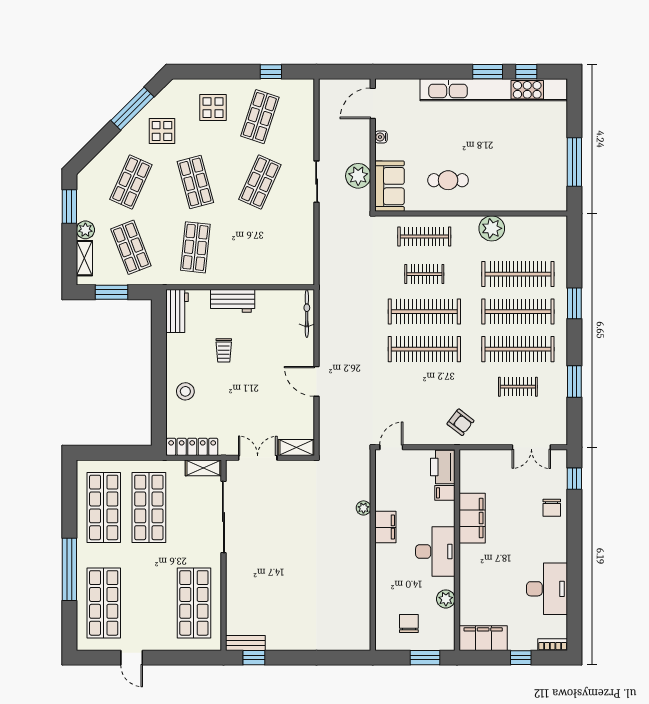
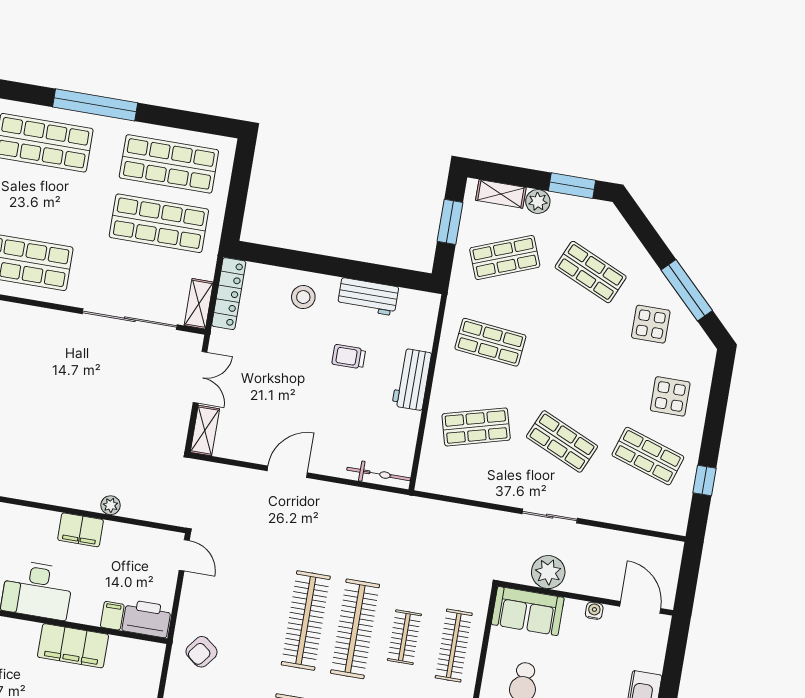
shop shelf: (195, 182) -> (476, 427), moved
workbench: (177, 311) -> (368, 297), moved

